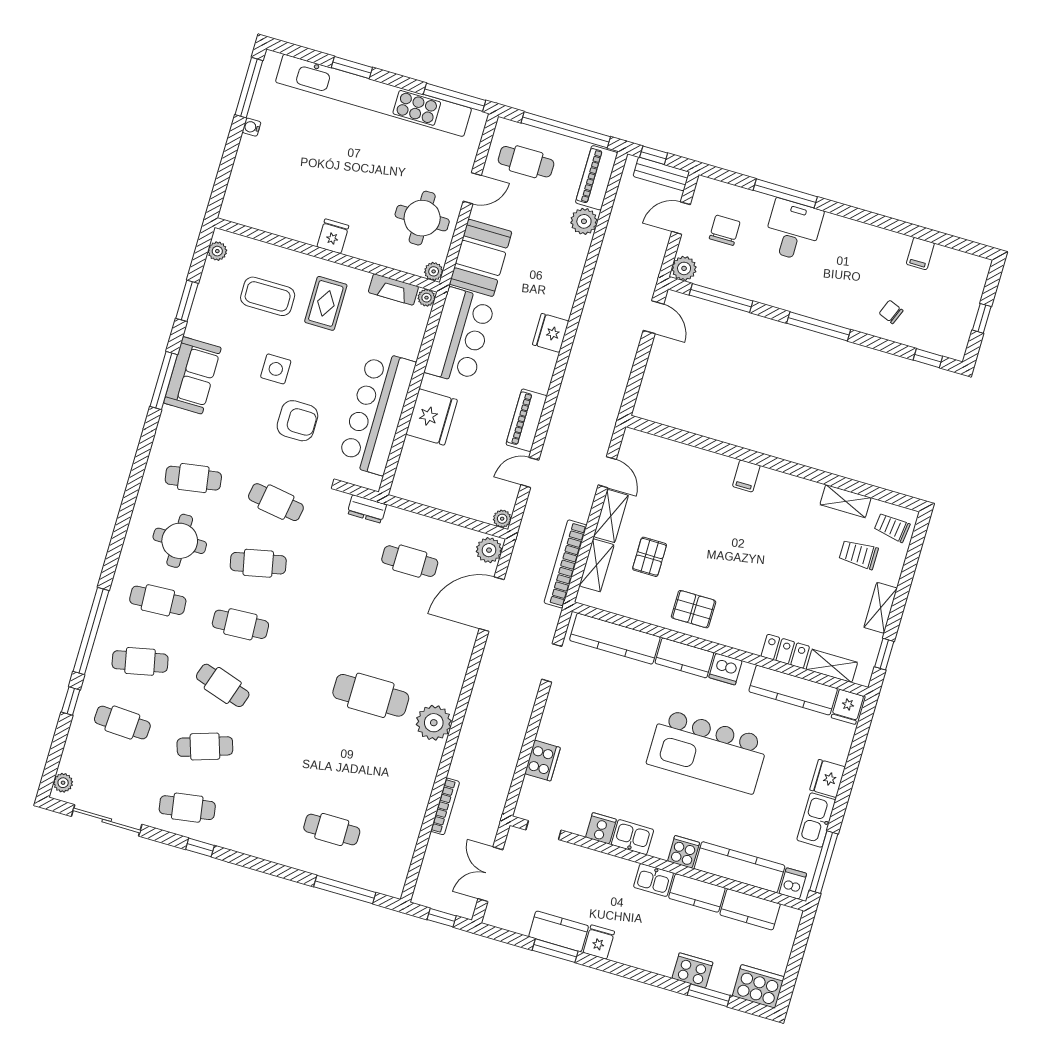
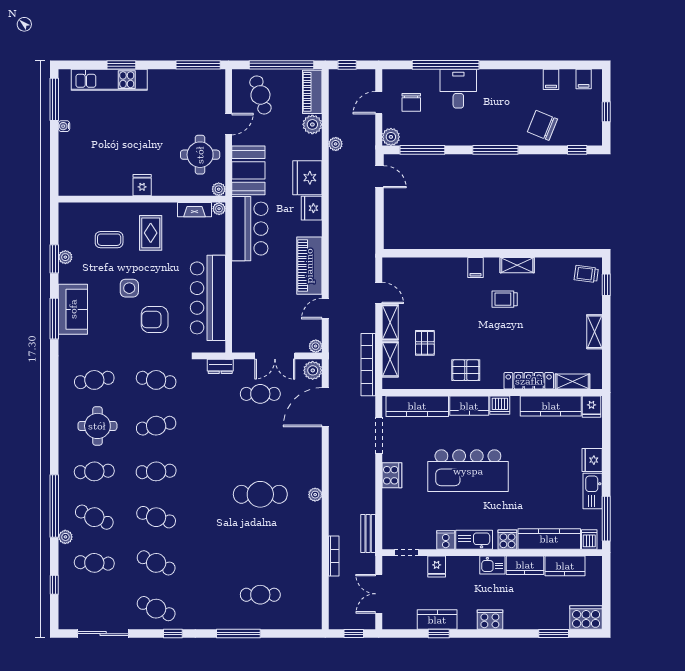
kitchen unit: (373, 95) -> (109, 80), width x0.54
cafe table: (526, 162) -> (260, 95), turned 73
bench: (661, 174) -> (368, 533), moved, turned 90
window: (785, 193) -> (446, 65), width x1.46
chair: (725, 230) -> (411, 102), turned 180
plant: (217, 251) -> (65, 257), moved
plant: (607, 256) -> (336, 144), added
filing cabinet: (964, 266) -> (584, 79), added
coffee table: (268, 296) -> (109, 240), width x0.73, depth x0.77
chair: (891, 312) -> (542, 125), width x1.87, depth x1.87
fridge: (432, 417) -> (307, 178), moved, turned 180
piano: (526, 420) -> (309, 266), width x1.37, depth x1.33
armchair: (297, 421) -> (155, 320), turned 180
shelving: (846, 501) -> (517, 265), moved
double door: (444, 516) -> (275, 356), added
trolley: (859, 554) -> (505, 299), moved
locker: (785, 651) -> (529, 381), width x1.53
window: (884, 654) -> (606, 285), moved
cafe table: (140, 661) -> (94, 517), turned 36
doorway: (552, 663) -> (379, 436), width x1.38
window: (71, 701) -> (54, 585), moved
plant: (434, 723) -> (315, 495), width x0.53, depth x0.53
cafe table: (205, 747) -> (156, 563), turned 42
kitchen island: (707, 751) -> (468, 471), moved
cooker: (542, 761) -> (392, 475), moved
plant: (63, 783) -> (65, 537), moved
cafe table: (187, 808) -> (156, 609), turned 33
kitchen sink: (632, 837) -> (474, 540), width x1.38
window: (345, 890) -> (238, 634), moved
fridge: (599, 942) -> (437, 567), moved, turned 180
window: (555, 951) -> (439, 634), width x0.67
cooker: (692, 970) -> (490, 620), moved

